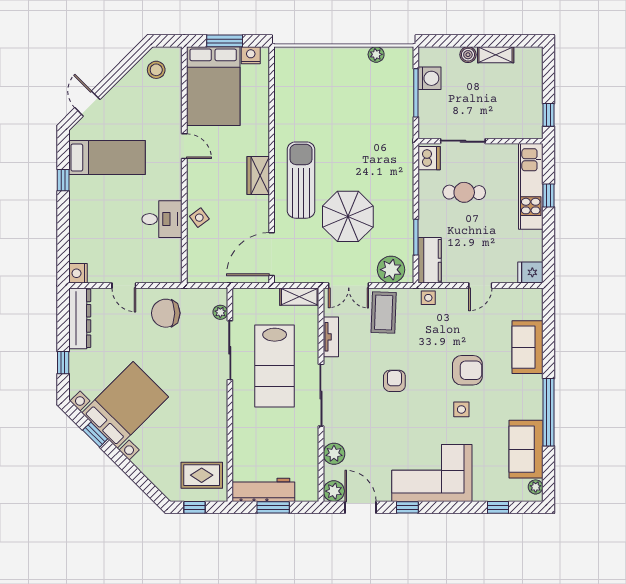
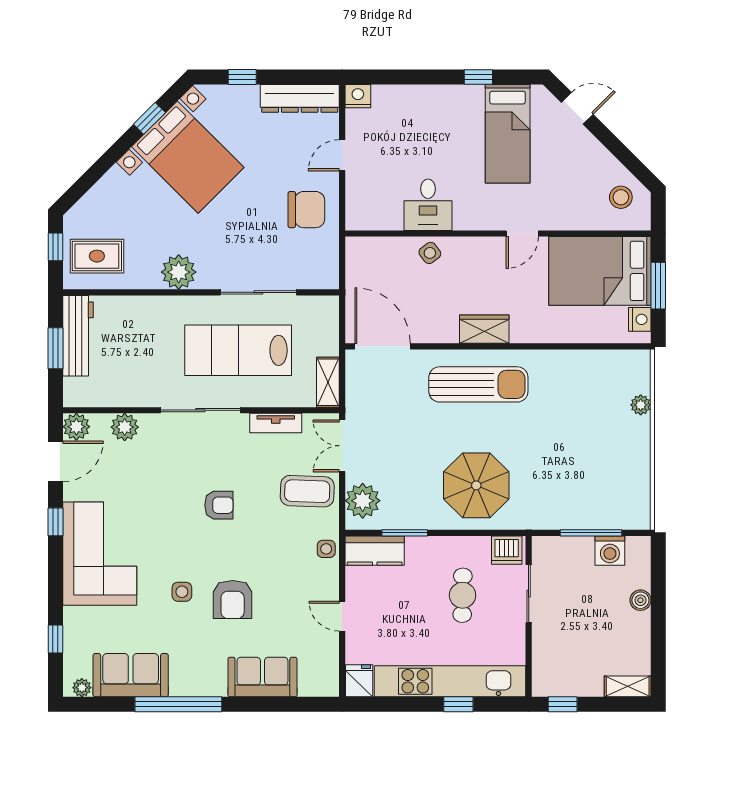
plant: (376, 54) -> (641, 405), moved
shelving: (496, 55) -> (628, 686), moved, turned 90
kitchen unit: (531, 186) -> (450, 681), width x1.36
parasol: (348, 216) -> (476, 485), moved
plant: (220, 312) -> (179, 272), moved, width x1.88, depth x1.88
chair: (166, 313) -> (306, 210), turned 90
rug: (202, 475) -> (97, 256), turned 90

